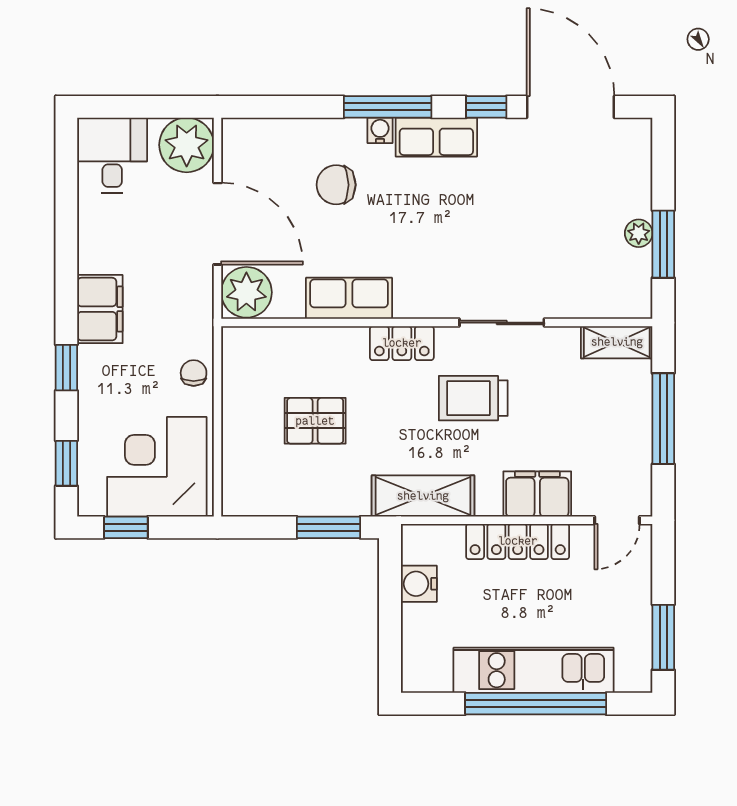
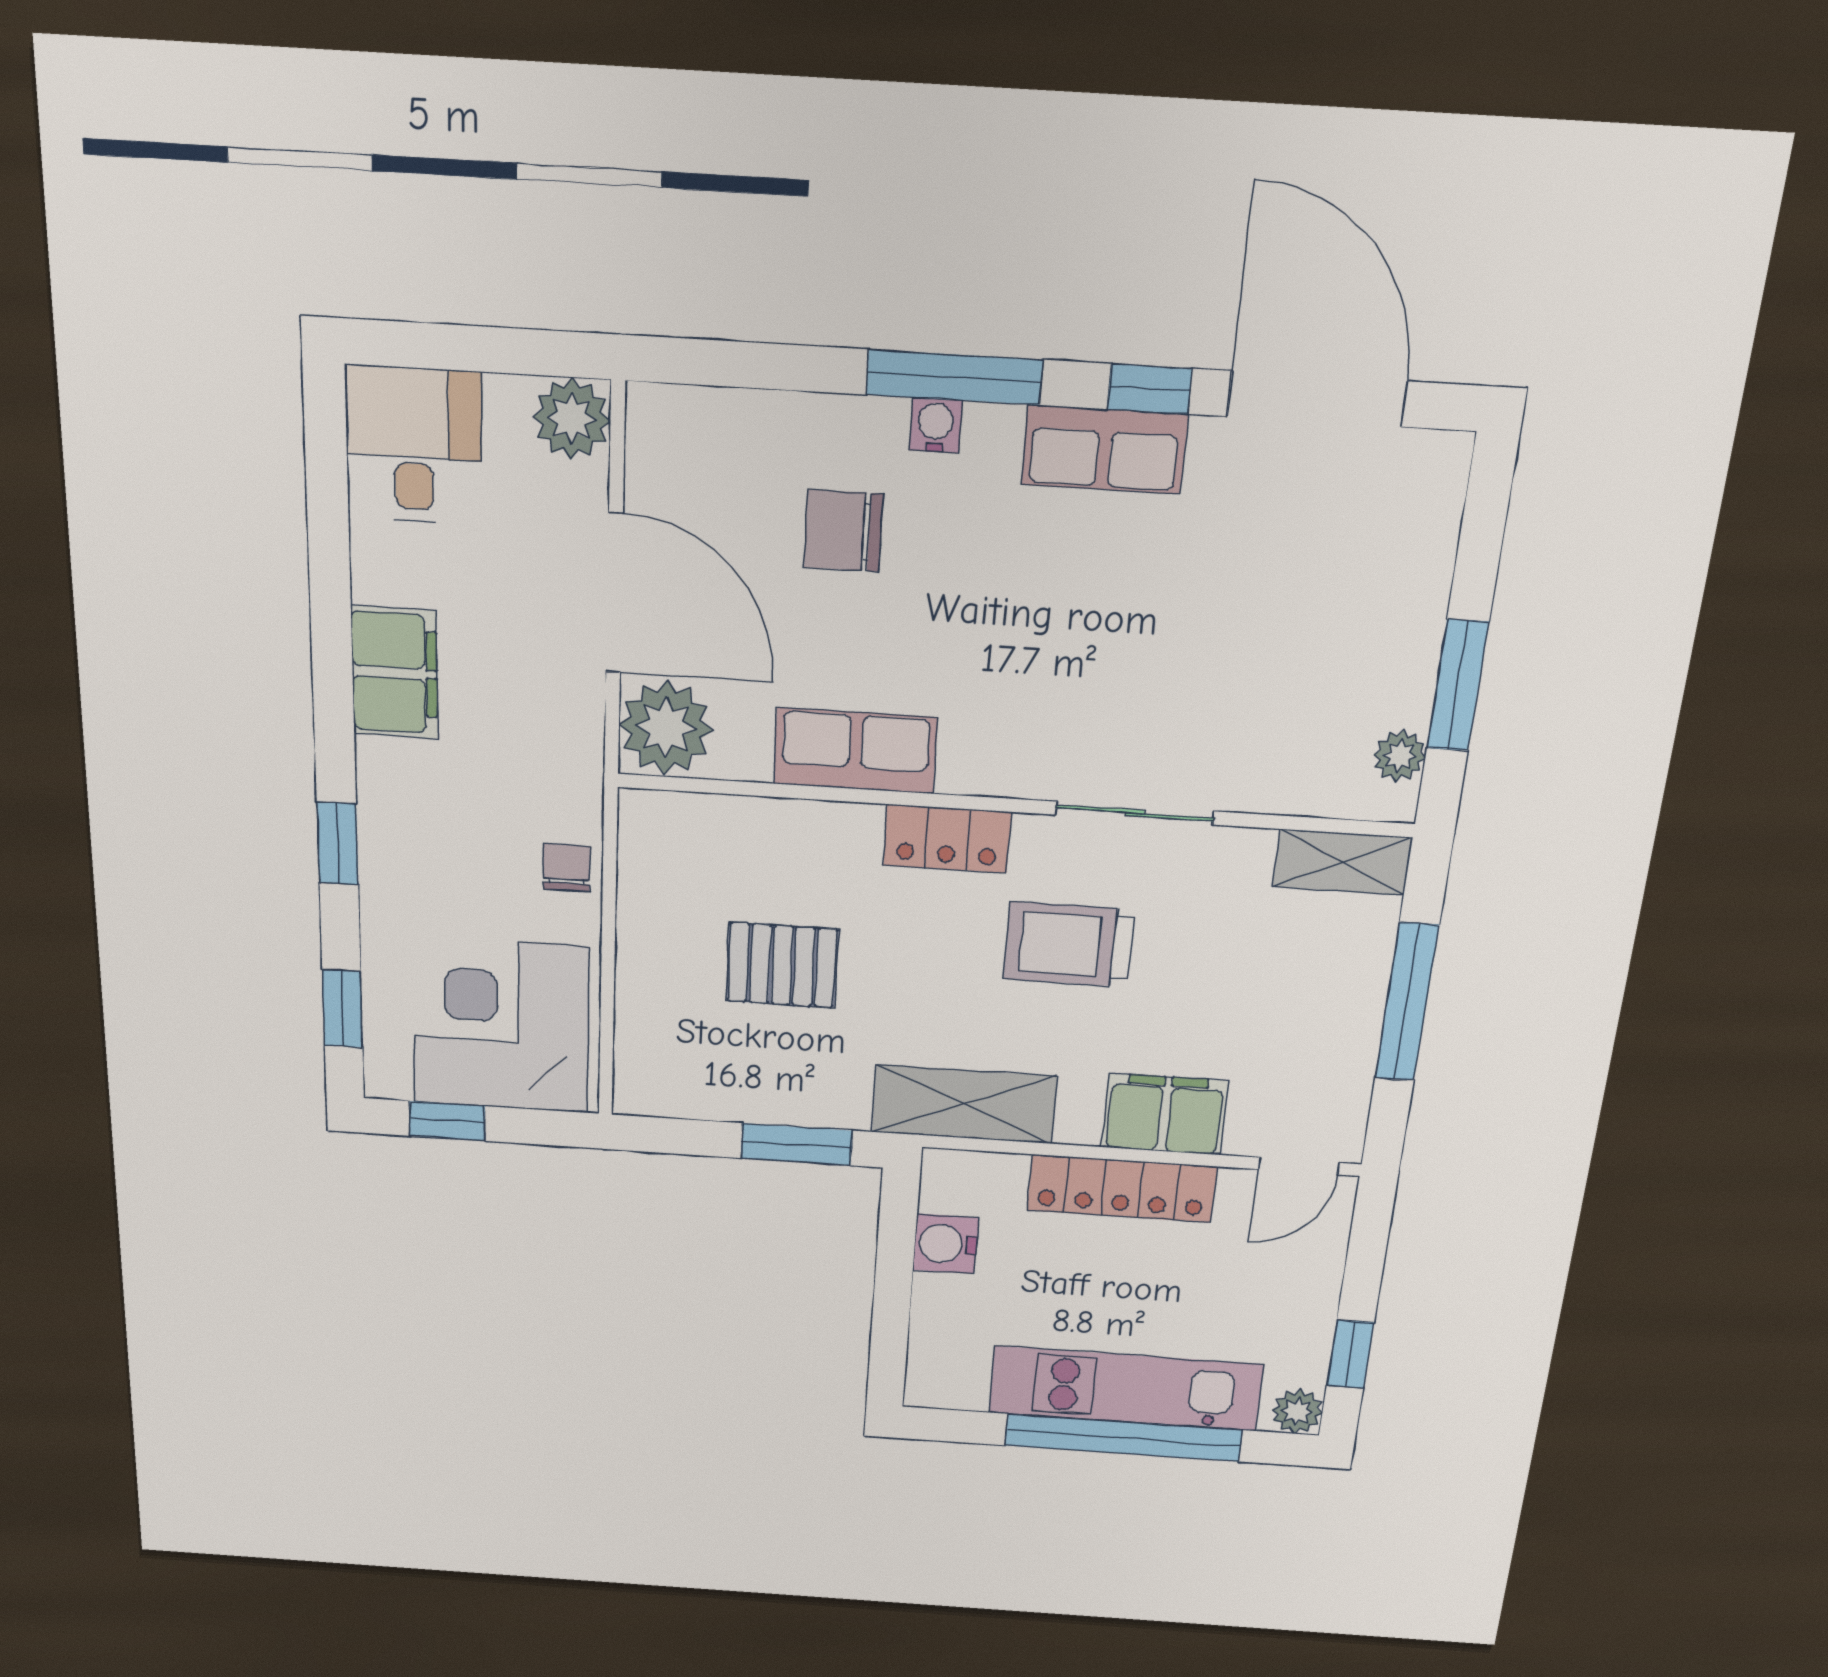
row of seats: (436, 137) -> (1104, 449), moved
plant: (187, 145) -> (572, 419), width x0.73, depth x0.73
plant: (639, 233) -> (1400, 756), moved
filing cabinet: (100, 309) -> (395, 673), moved
window: (663, 637) -> (1350, 1354), width x0.67
plant: (637, 678) -> (1297, 1411), added

